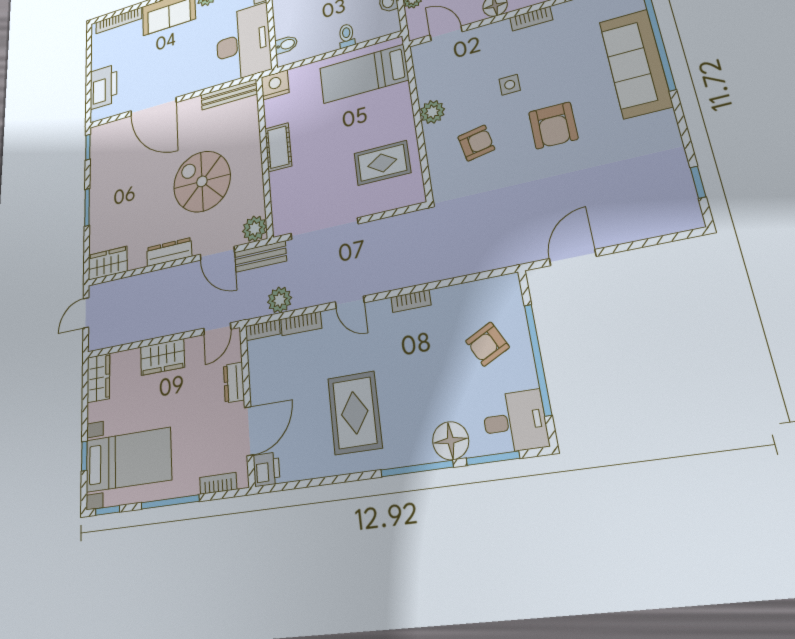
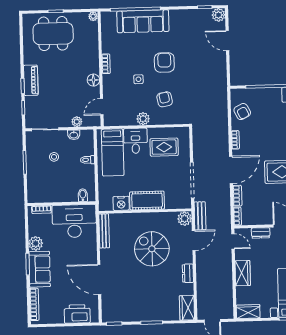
nightstand: (275, 85) -> (121, 203), moved, turned -90
door: (153, 107) -> (99, 279), swing flipped
desk: (389, 108) -> (136, 141), added
armchair: (553, 125) -> (164, 63), turned -90
cot: (278, 147) -> (147, 200), width x1.37, depth x1.34
rug: (382, 163) -> (164, 147), turned 90
spiral stairs: (202, 181) -> (152, 249), turned 90
dresser: (169, 252) -> (188, 273), width x0.70
door: (573, 257) -> (227, 41), moved
plant: (280, 300) -> (219, 15), moved
door: (350, 302) -> (231, 170), width x1.88
armchair: (487, 344) -> (242, 112), moved

